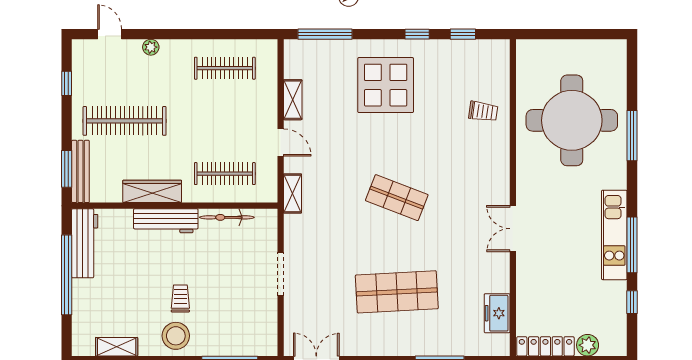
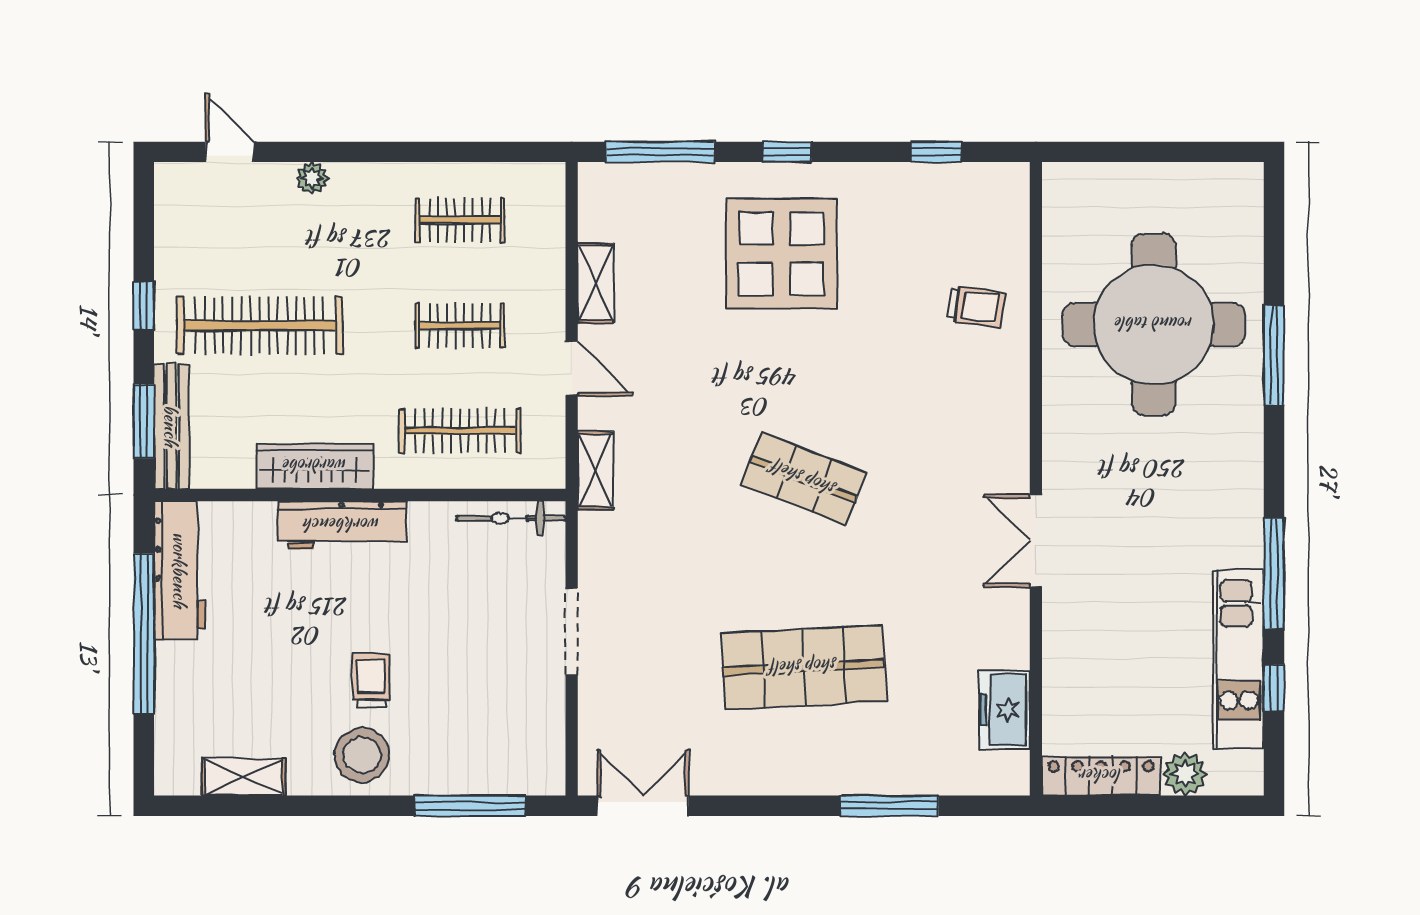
window: (417, 34) -> (787, 152), moved
clothes rail: (225, 68) -> (460, 220), width x0.73
window: (67, 83) -> (144, 306), moved
clothes rail: (225, 121) -> (460, 325), added
bicycle: (227, 217) -> (511, 518), moved
kitchen unit: (614, 235) -> (1239, 659), moved

